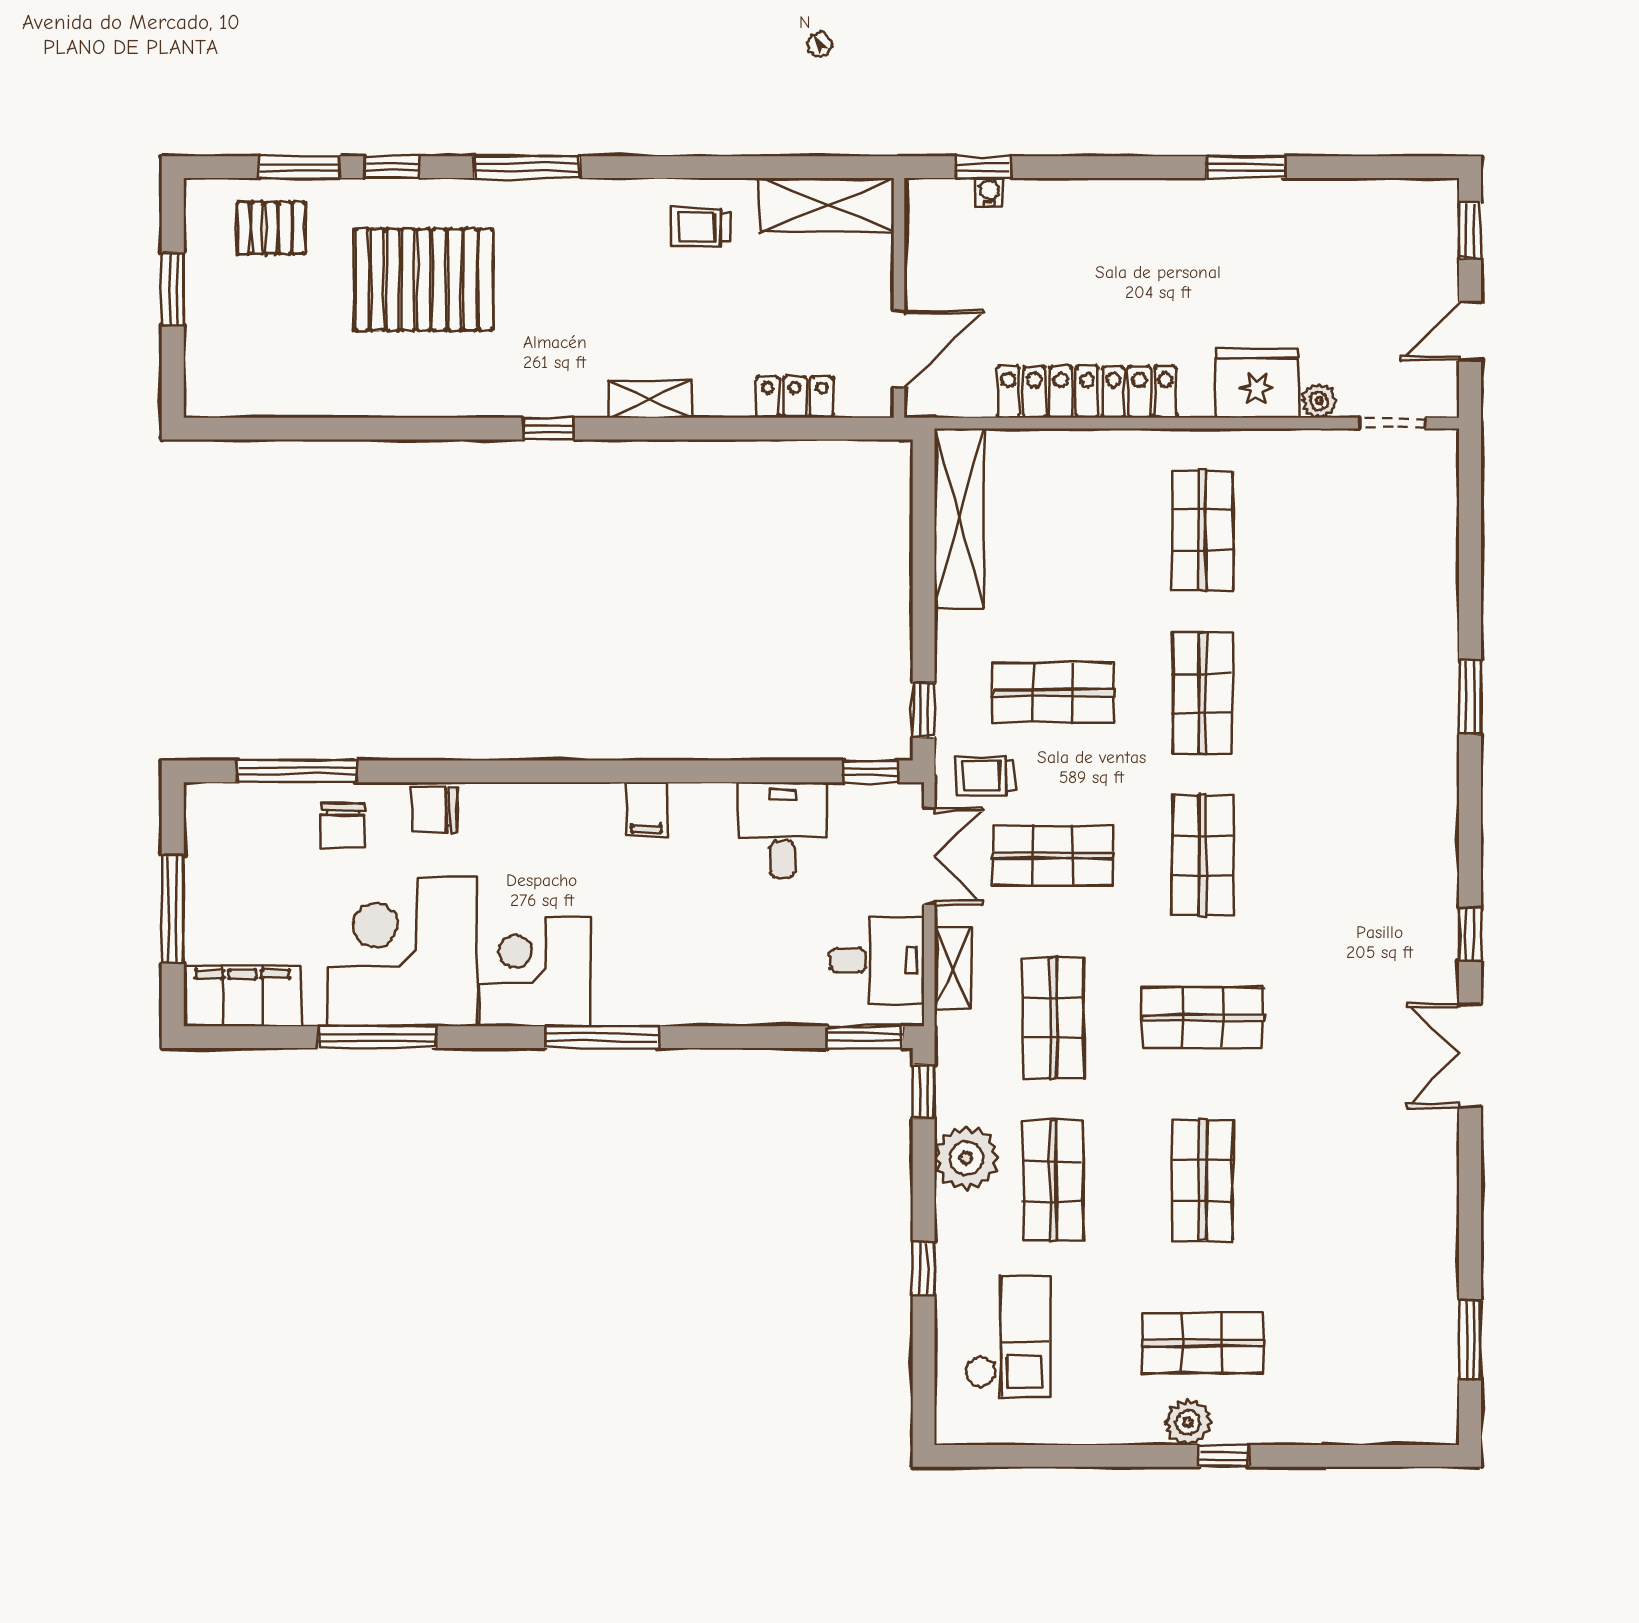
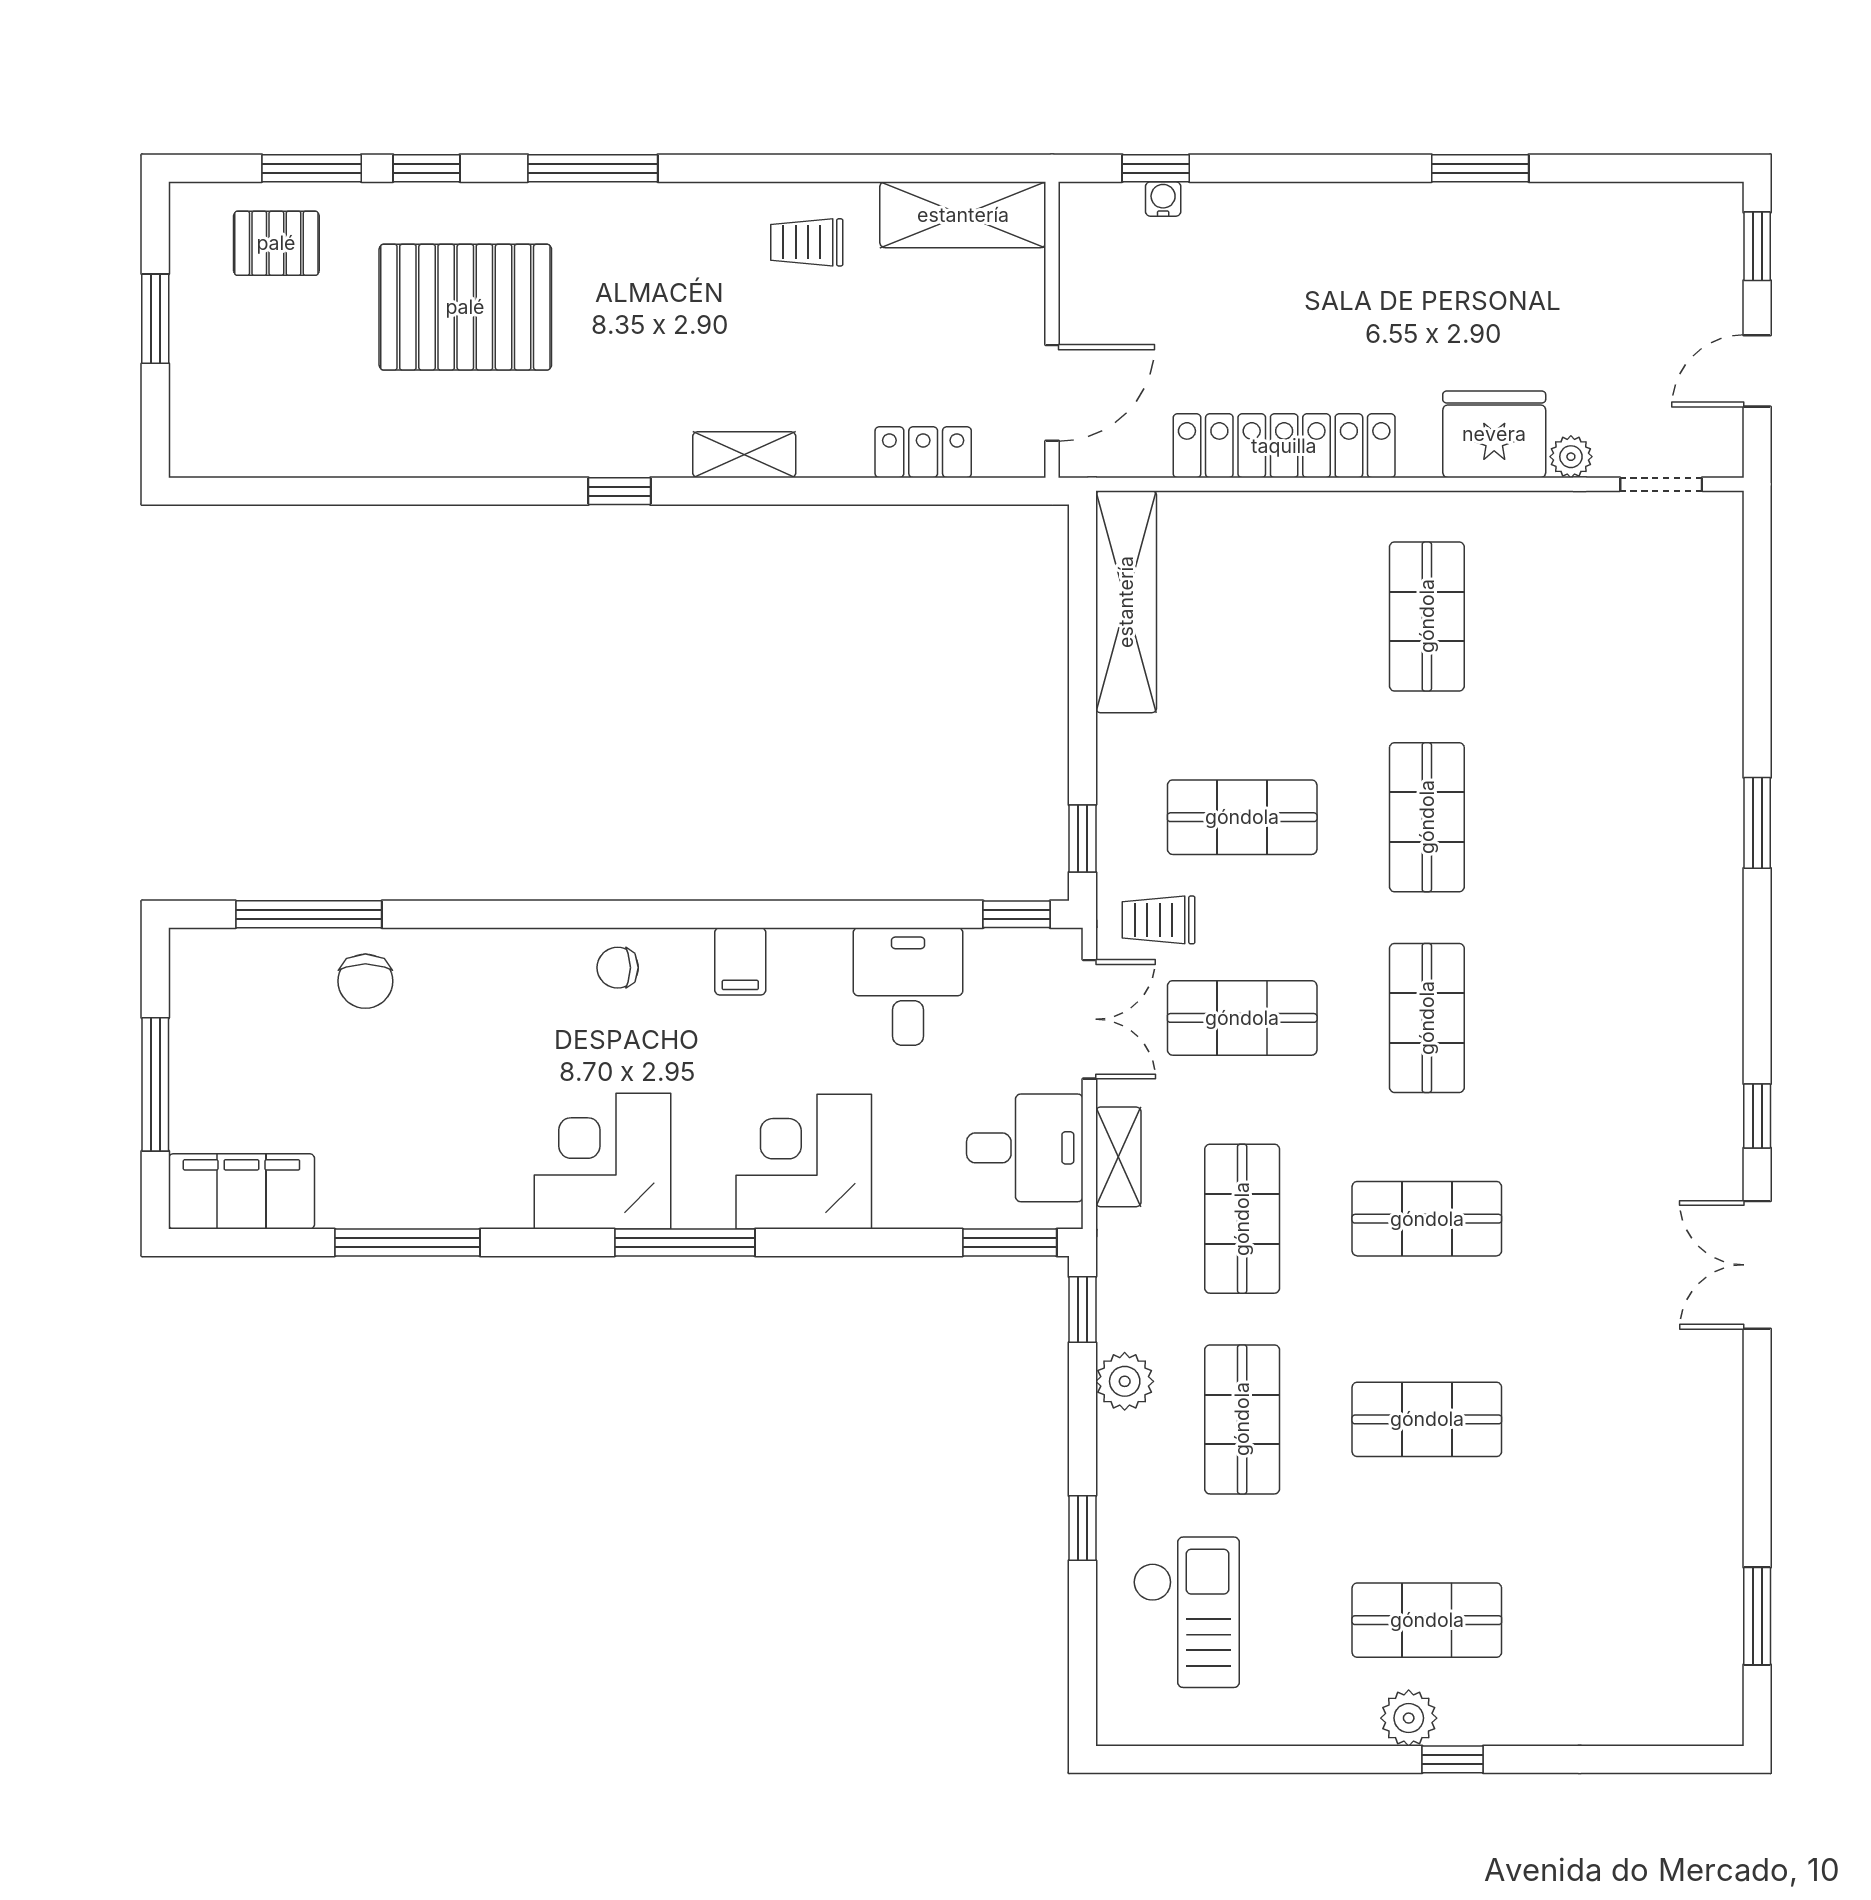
chair: (434, 810) -> (618, 968), moved, width x0.73, depth x0.73
corner desk: (402, 952) -> (804, 1162), moved, width x0.74, depth x0.74
plant: (966, 1158) -> (1125, 1381), width x0.73, depth x0.73
shop shelf: (1203, 1180) -> (1427, 1419), turned 90

